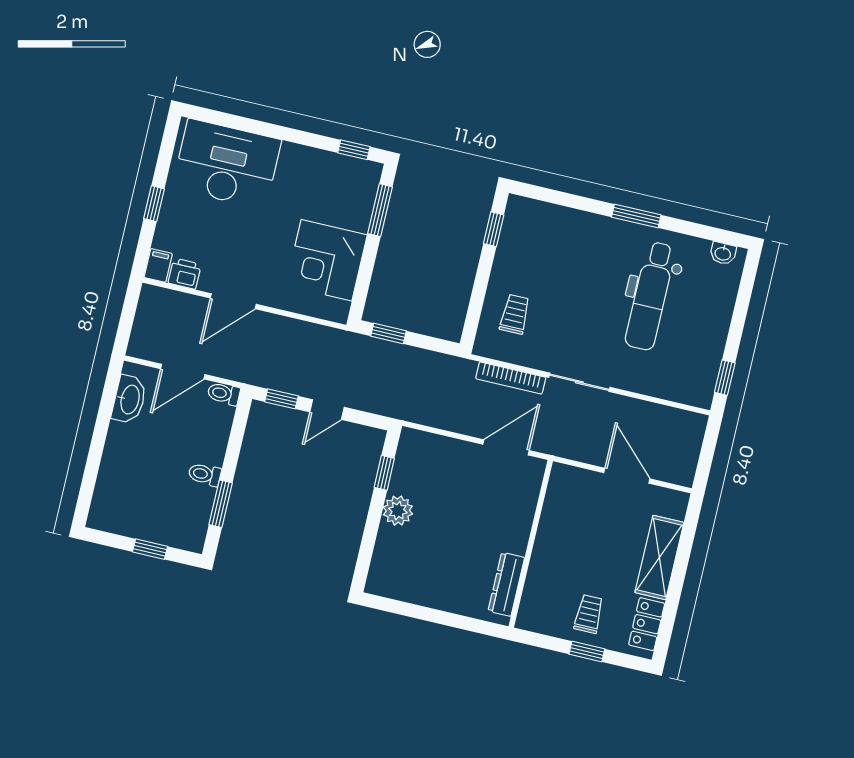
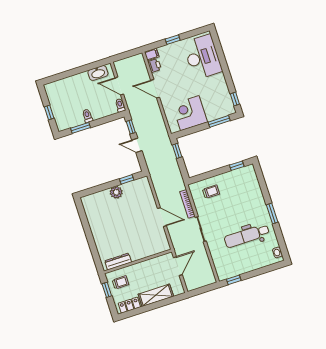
wall: (531, 544) -> (138, 261), moved
dresser: (506, 584) -> (118, 261), moved

